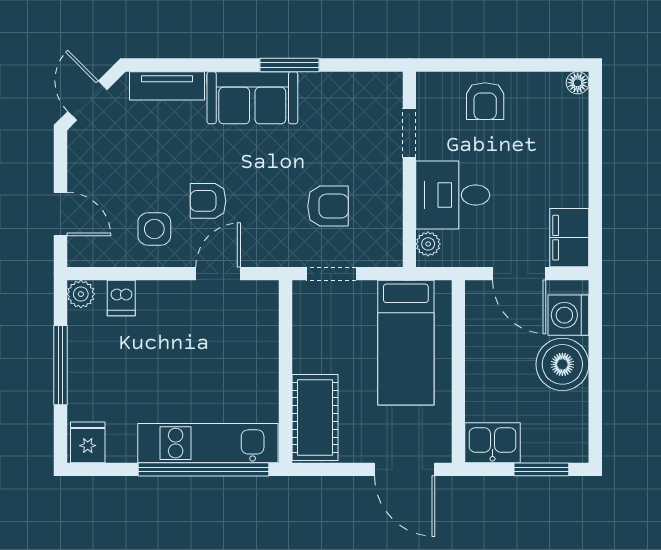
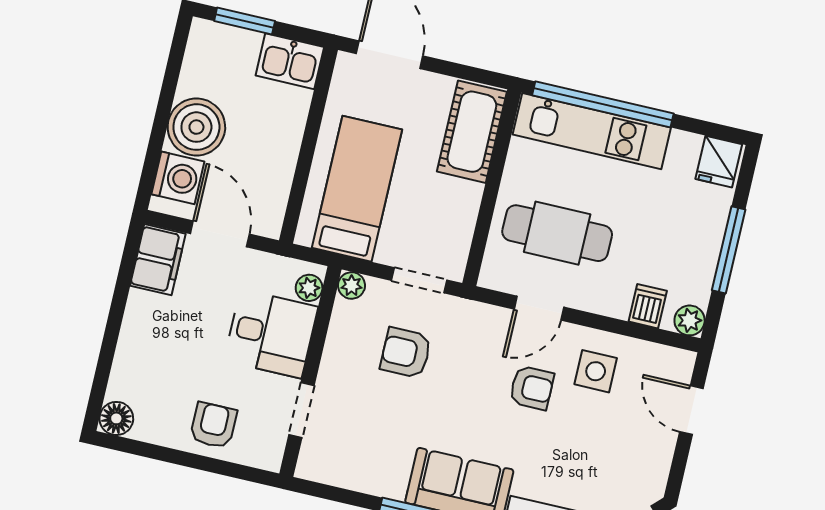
floor lamp: (578, 83) -> (116, 418), width x1.37, depth x1.37
plant: (391, 255) -> (352, 285), added
cafe table: (218, 345) -> (557, 233), added

